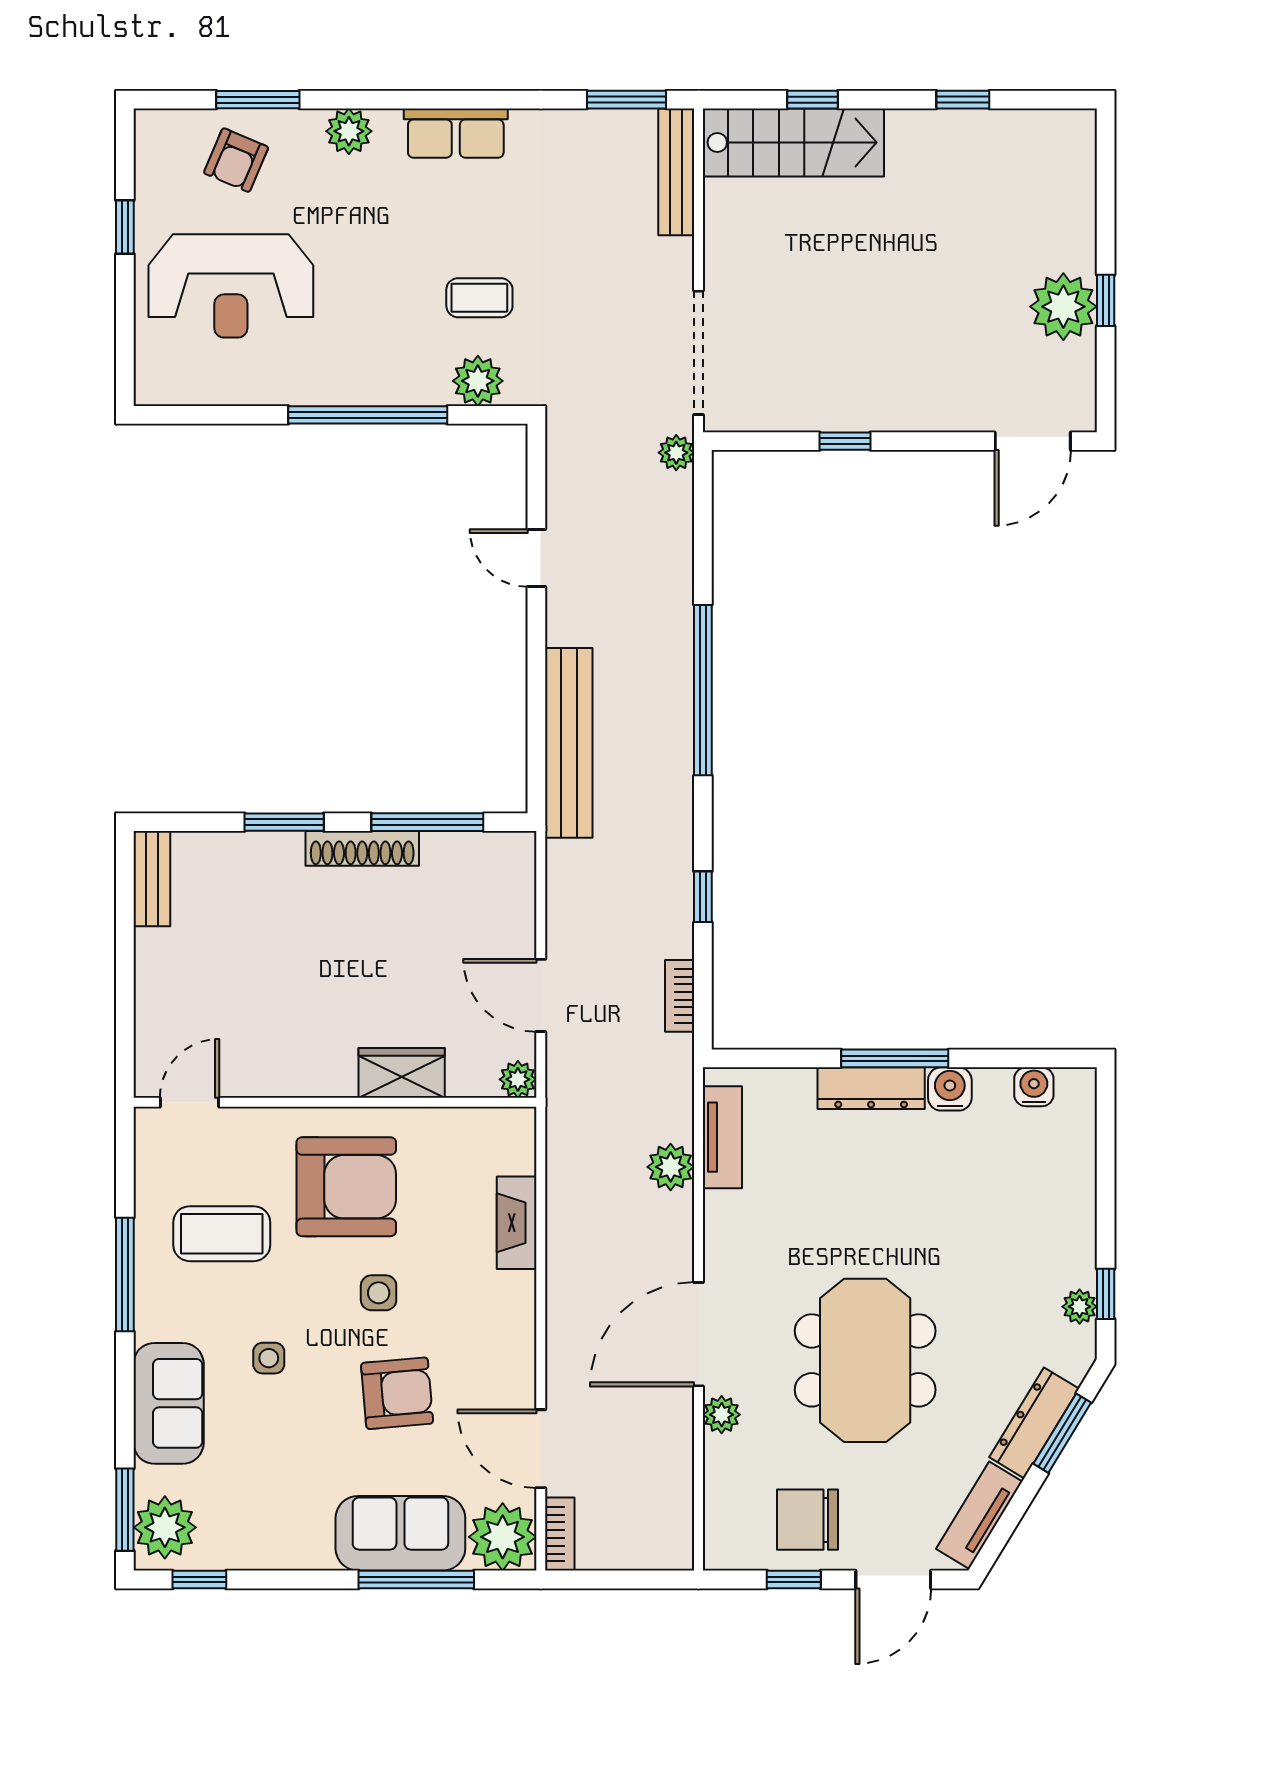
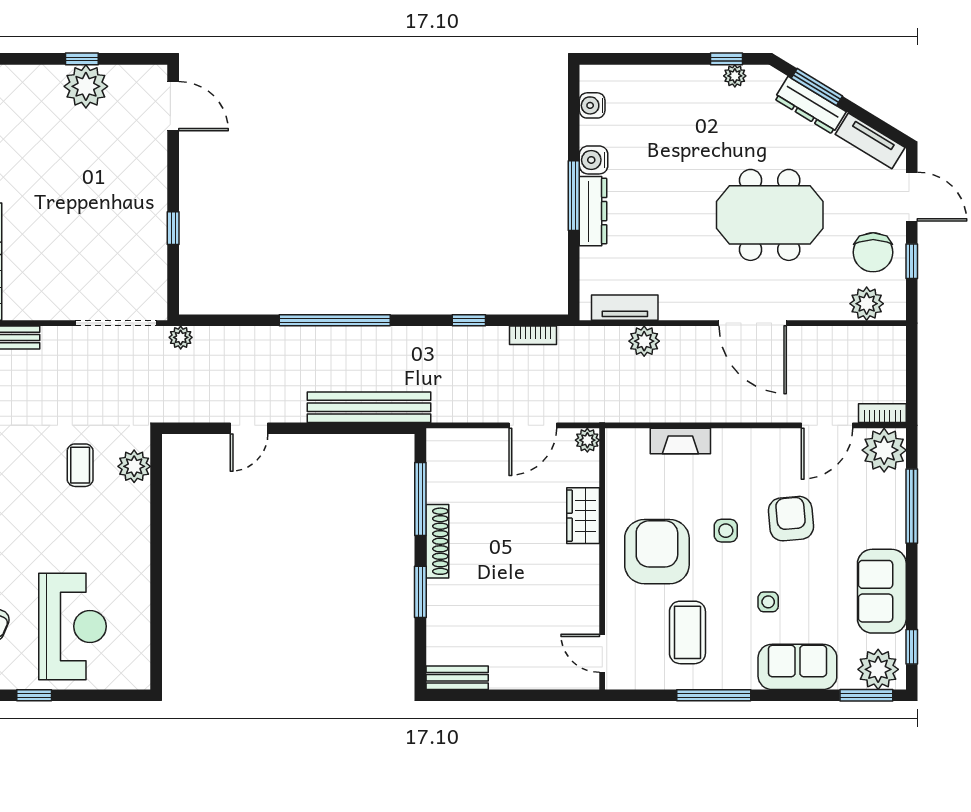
window: (368, 415) -> (156, 538), removed
plant: (722, 1415) -> (867, 304), moved, width x1.38, depth x1.38
sofa: (400, 1533) -> (882, 591), moved

